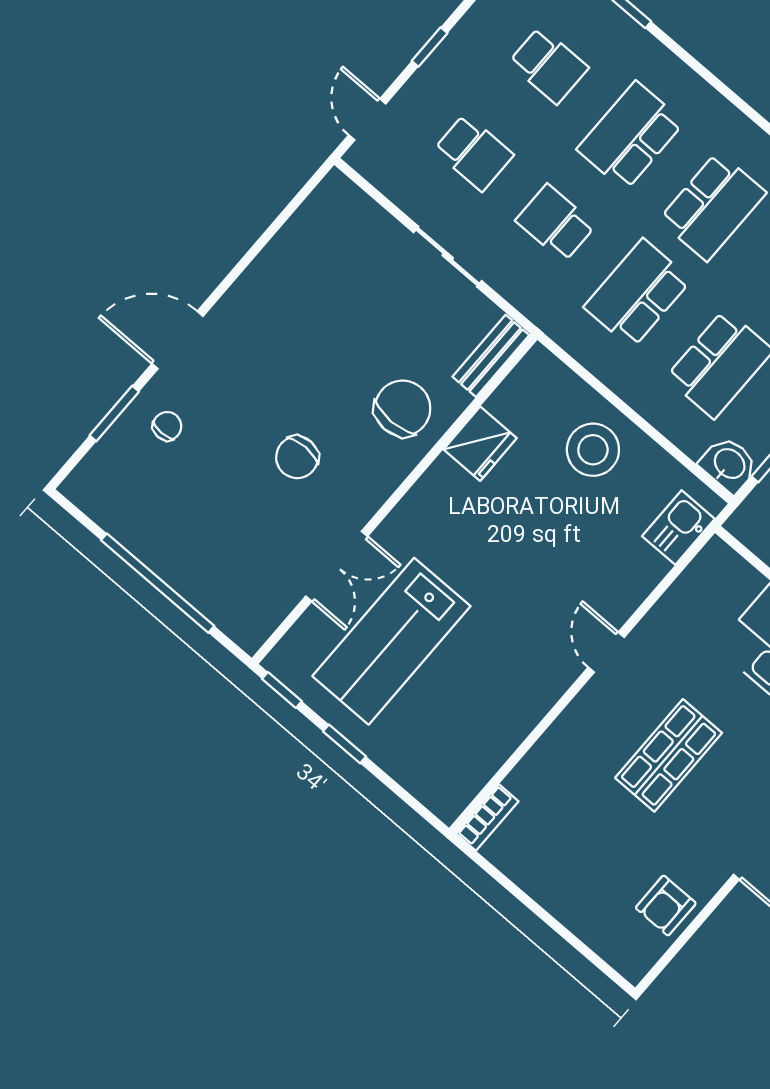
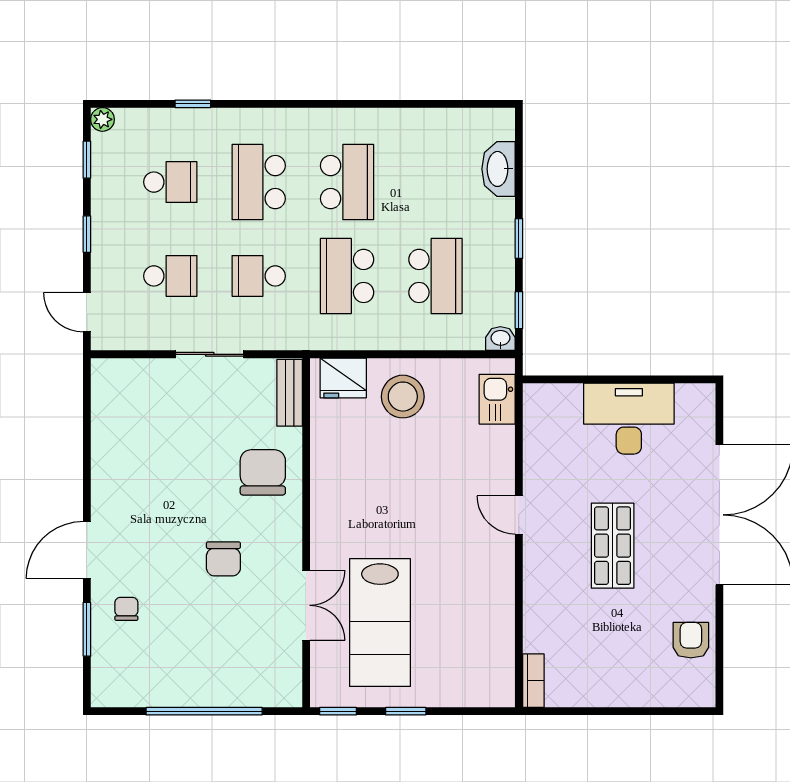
fridge: (480, 444) -> (343, 378), moved, turned 90
washbasin: (729, 464) -> (500, 339), width x0.72, depth x0.69
armchair: (666, 906) -> (691, 640), turned 180

